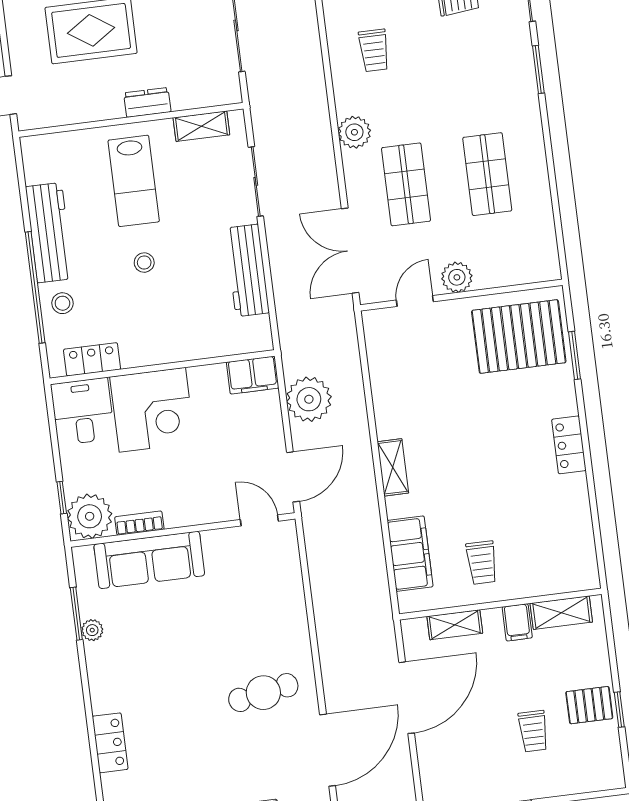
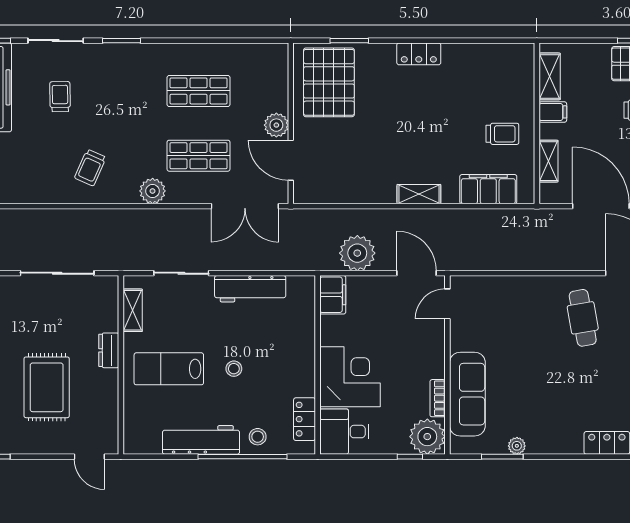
trolley: (374, 50) -> (90, 168), turned 114
lab bench: (134, 181) -> (169, 369), turned 180
door: (415, 301) -> (291, 160), width x1.38

